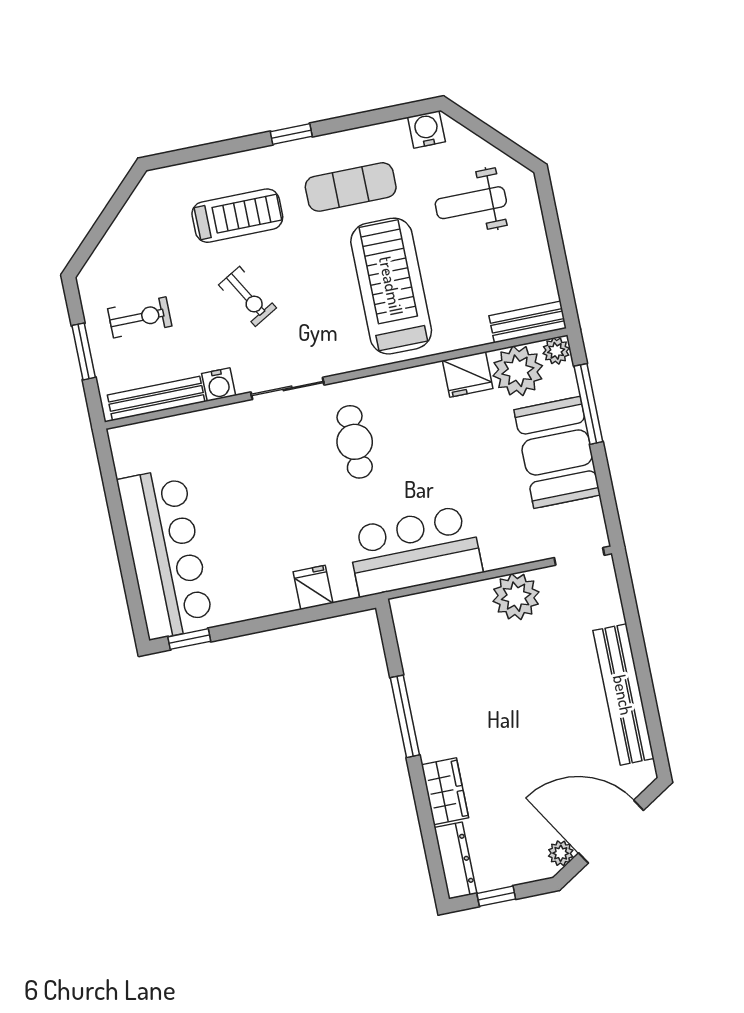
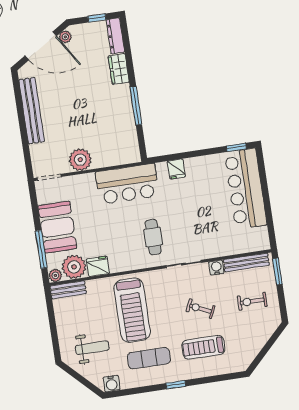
exercise bike: (247, 296) -> (201, 309), turned -35
window: (84, 351) -> (277, 271), moved

